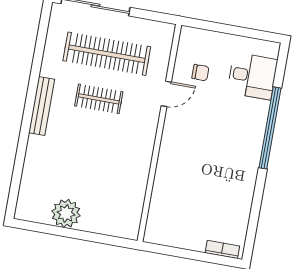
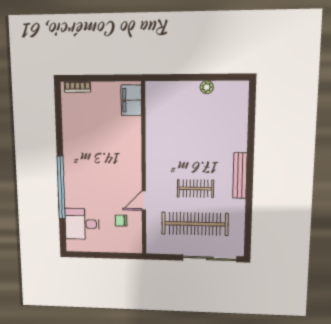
plant: (66, 213) -> (207, 87), width x0.53, depth x0.53
filing cabinet: (159, 221) -> (131, 100), added

